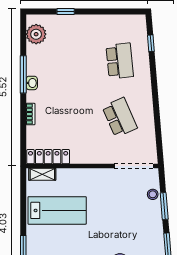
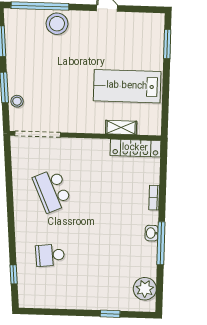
school desk: (120, 61) -> (50, 255), width x0.54
shelving: (42, 174) -> (121, 127), moved

